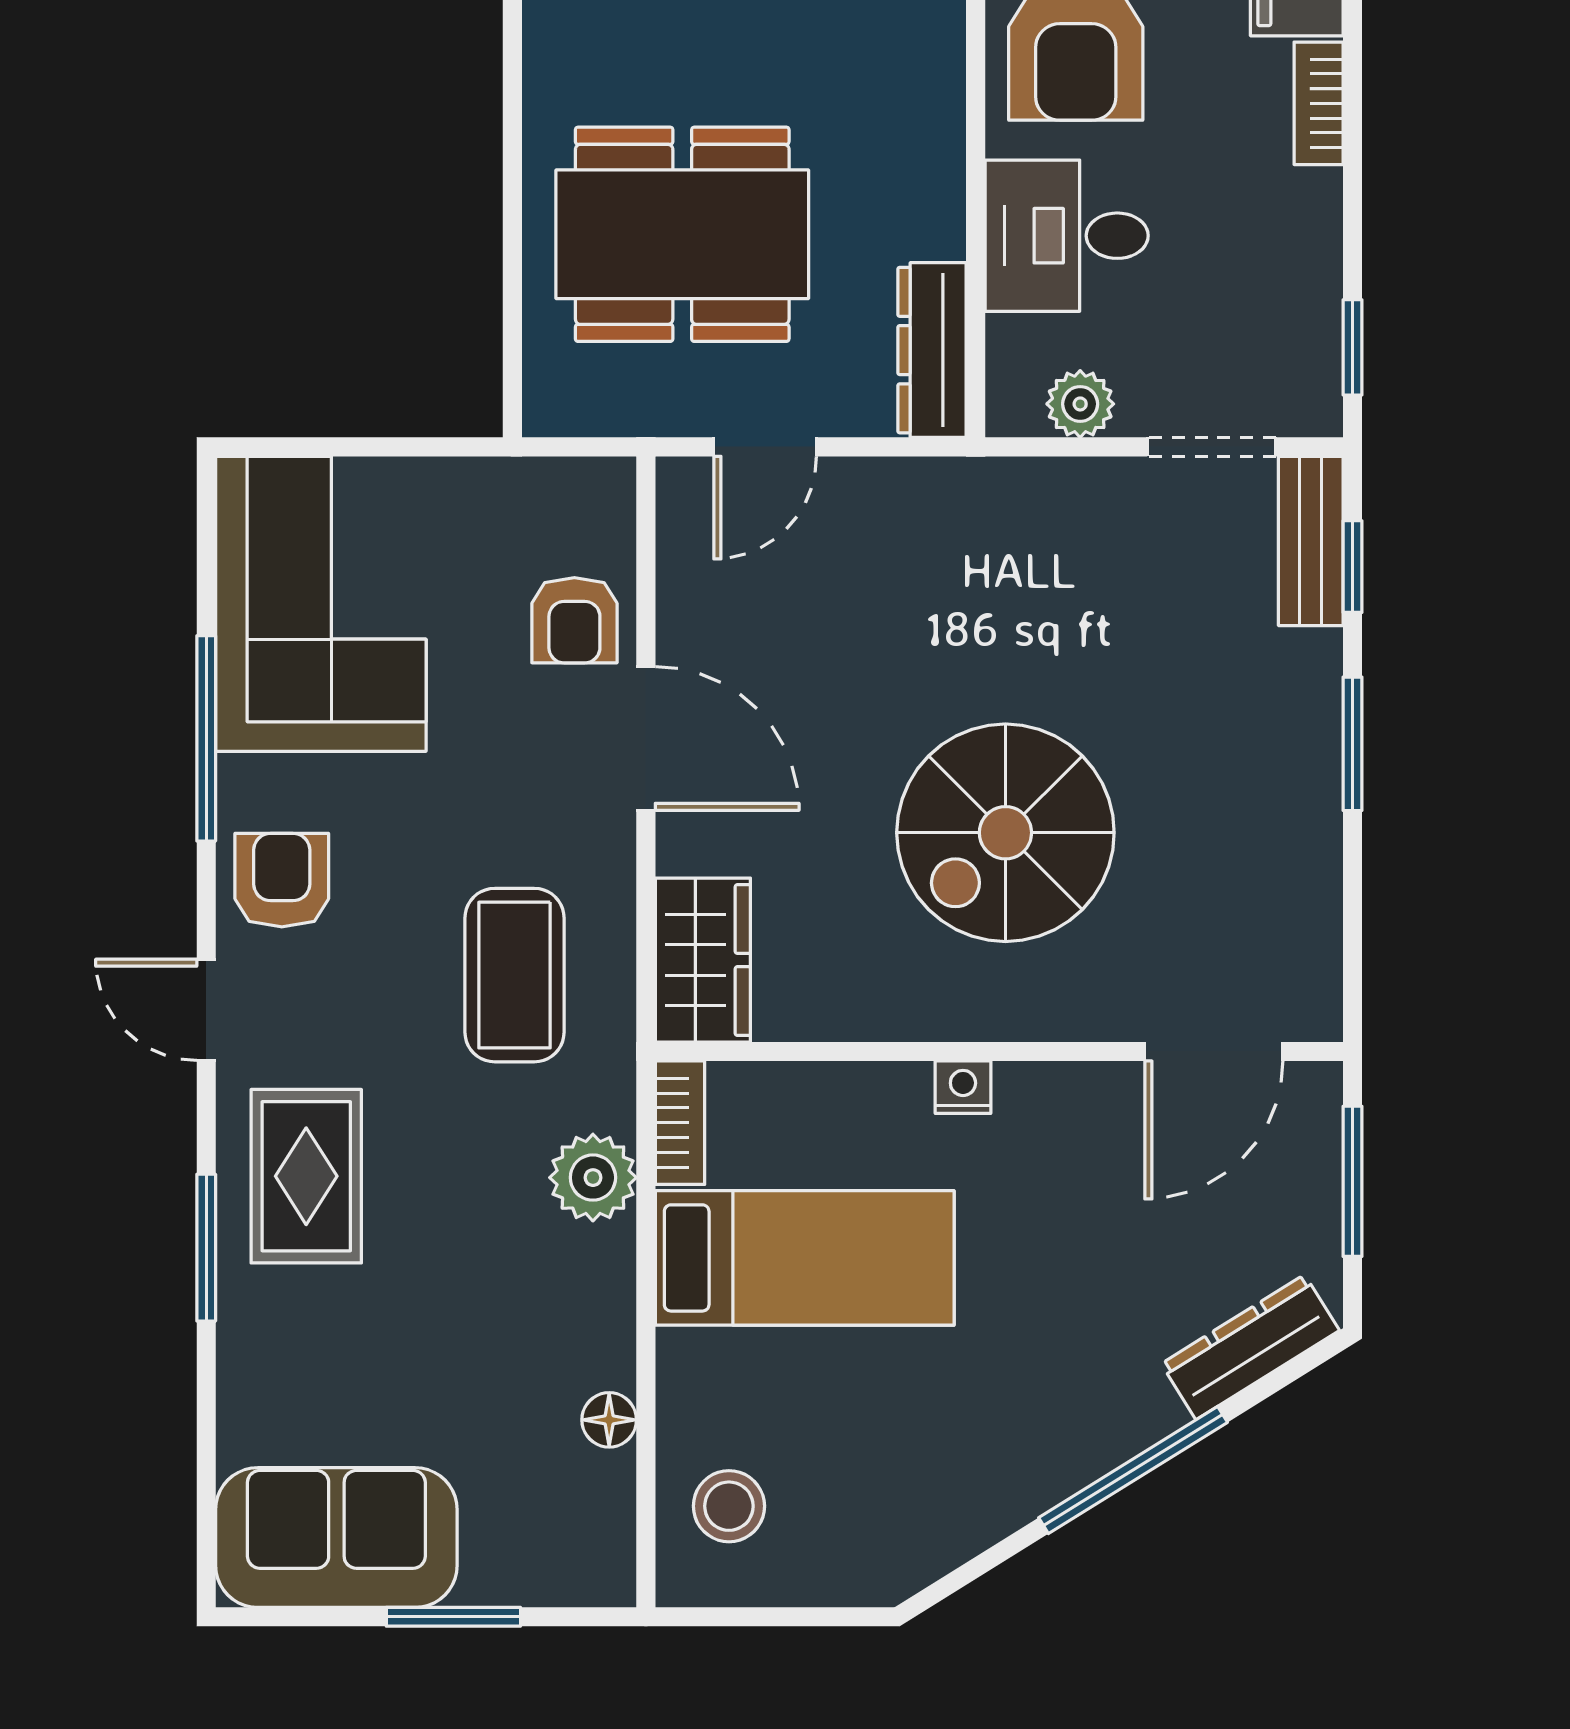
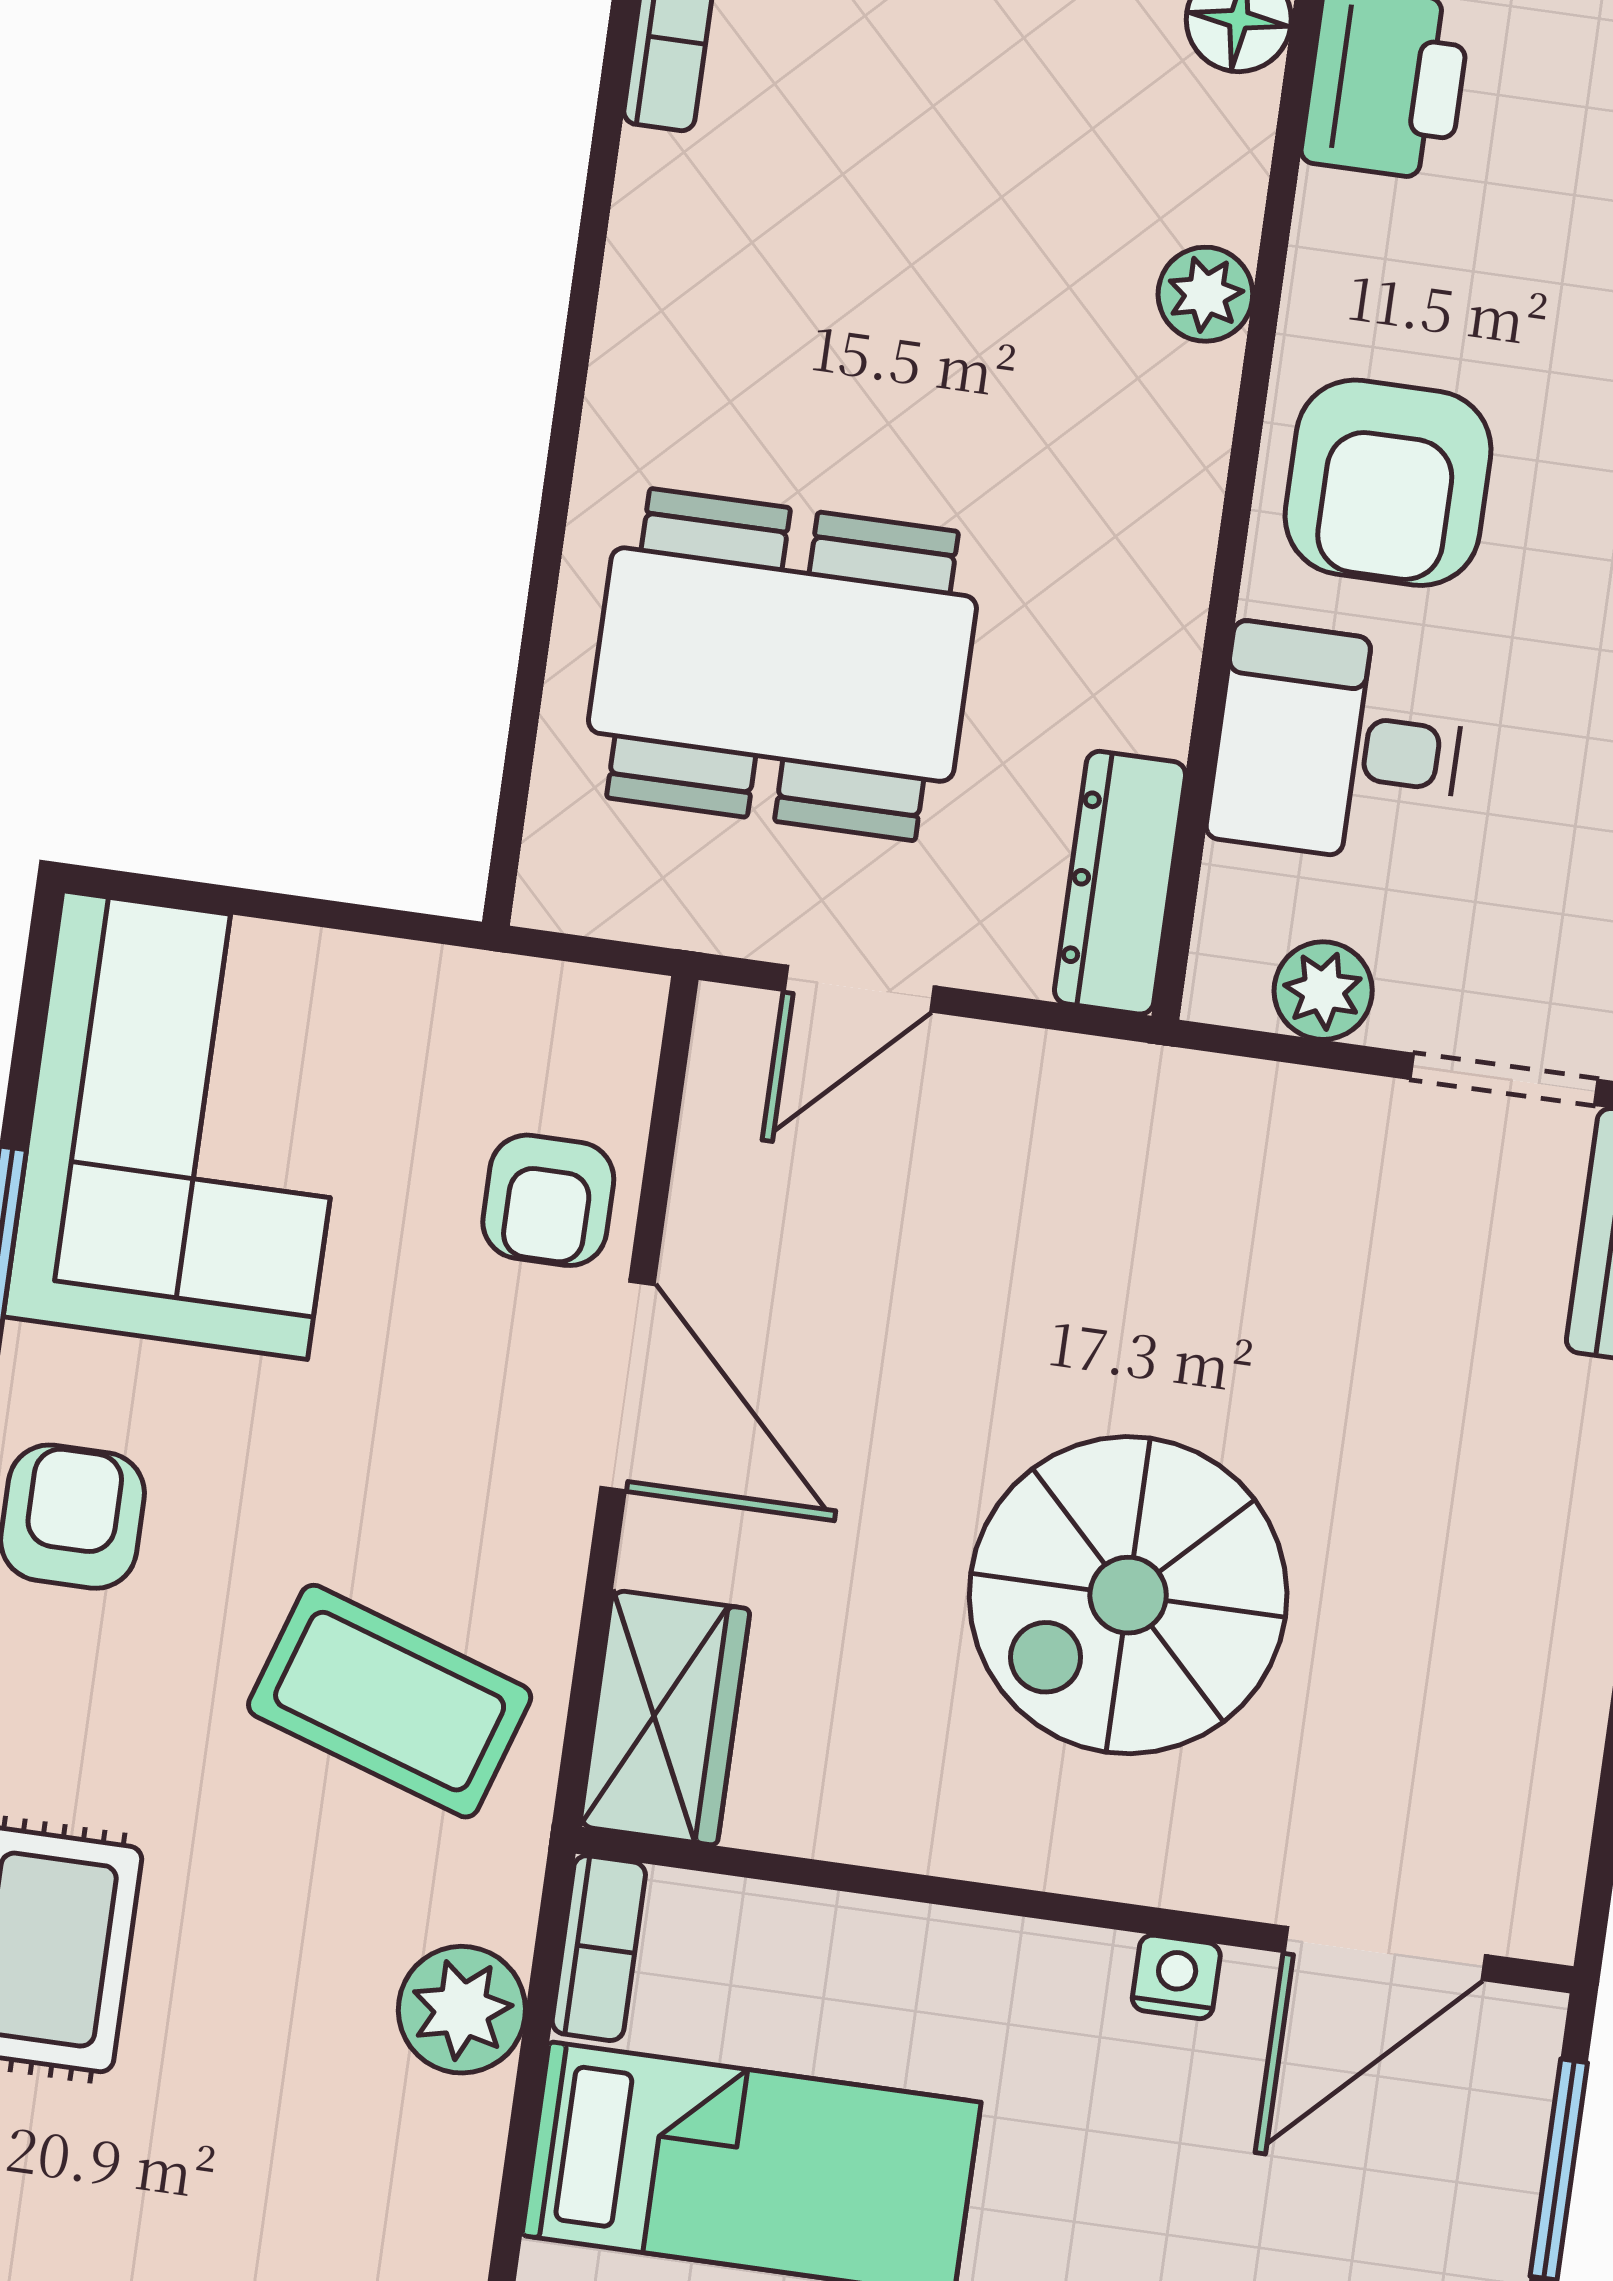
coffee table: (515, 975) -> (390, 1701), turned -72
nightstand: (963, 1087) -> (1176, 1977), moved

